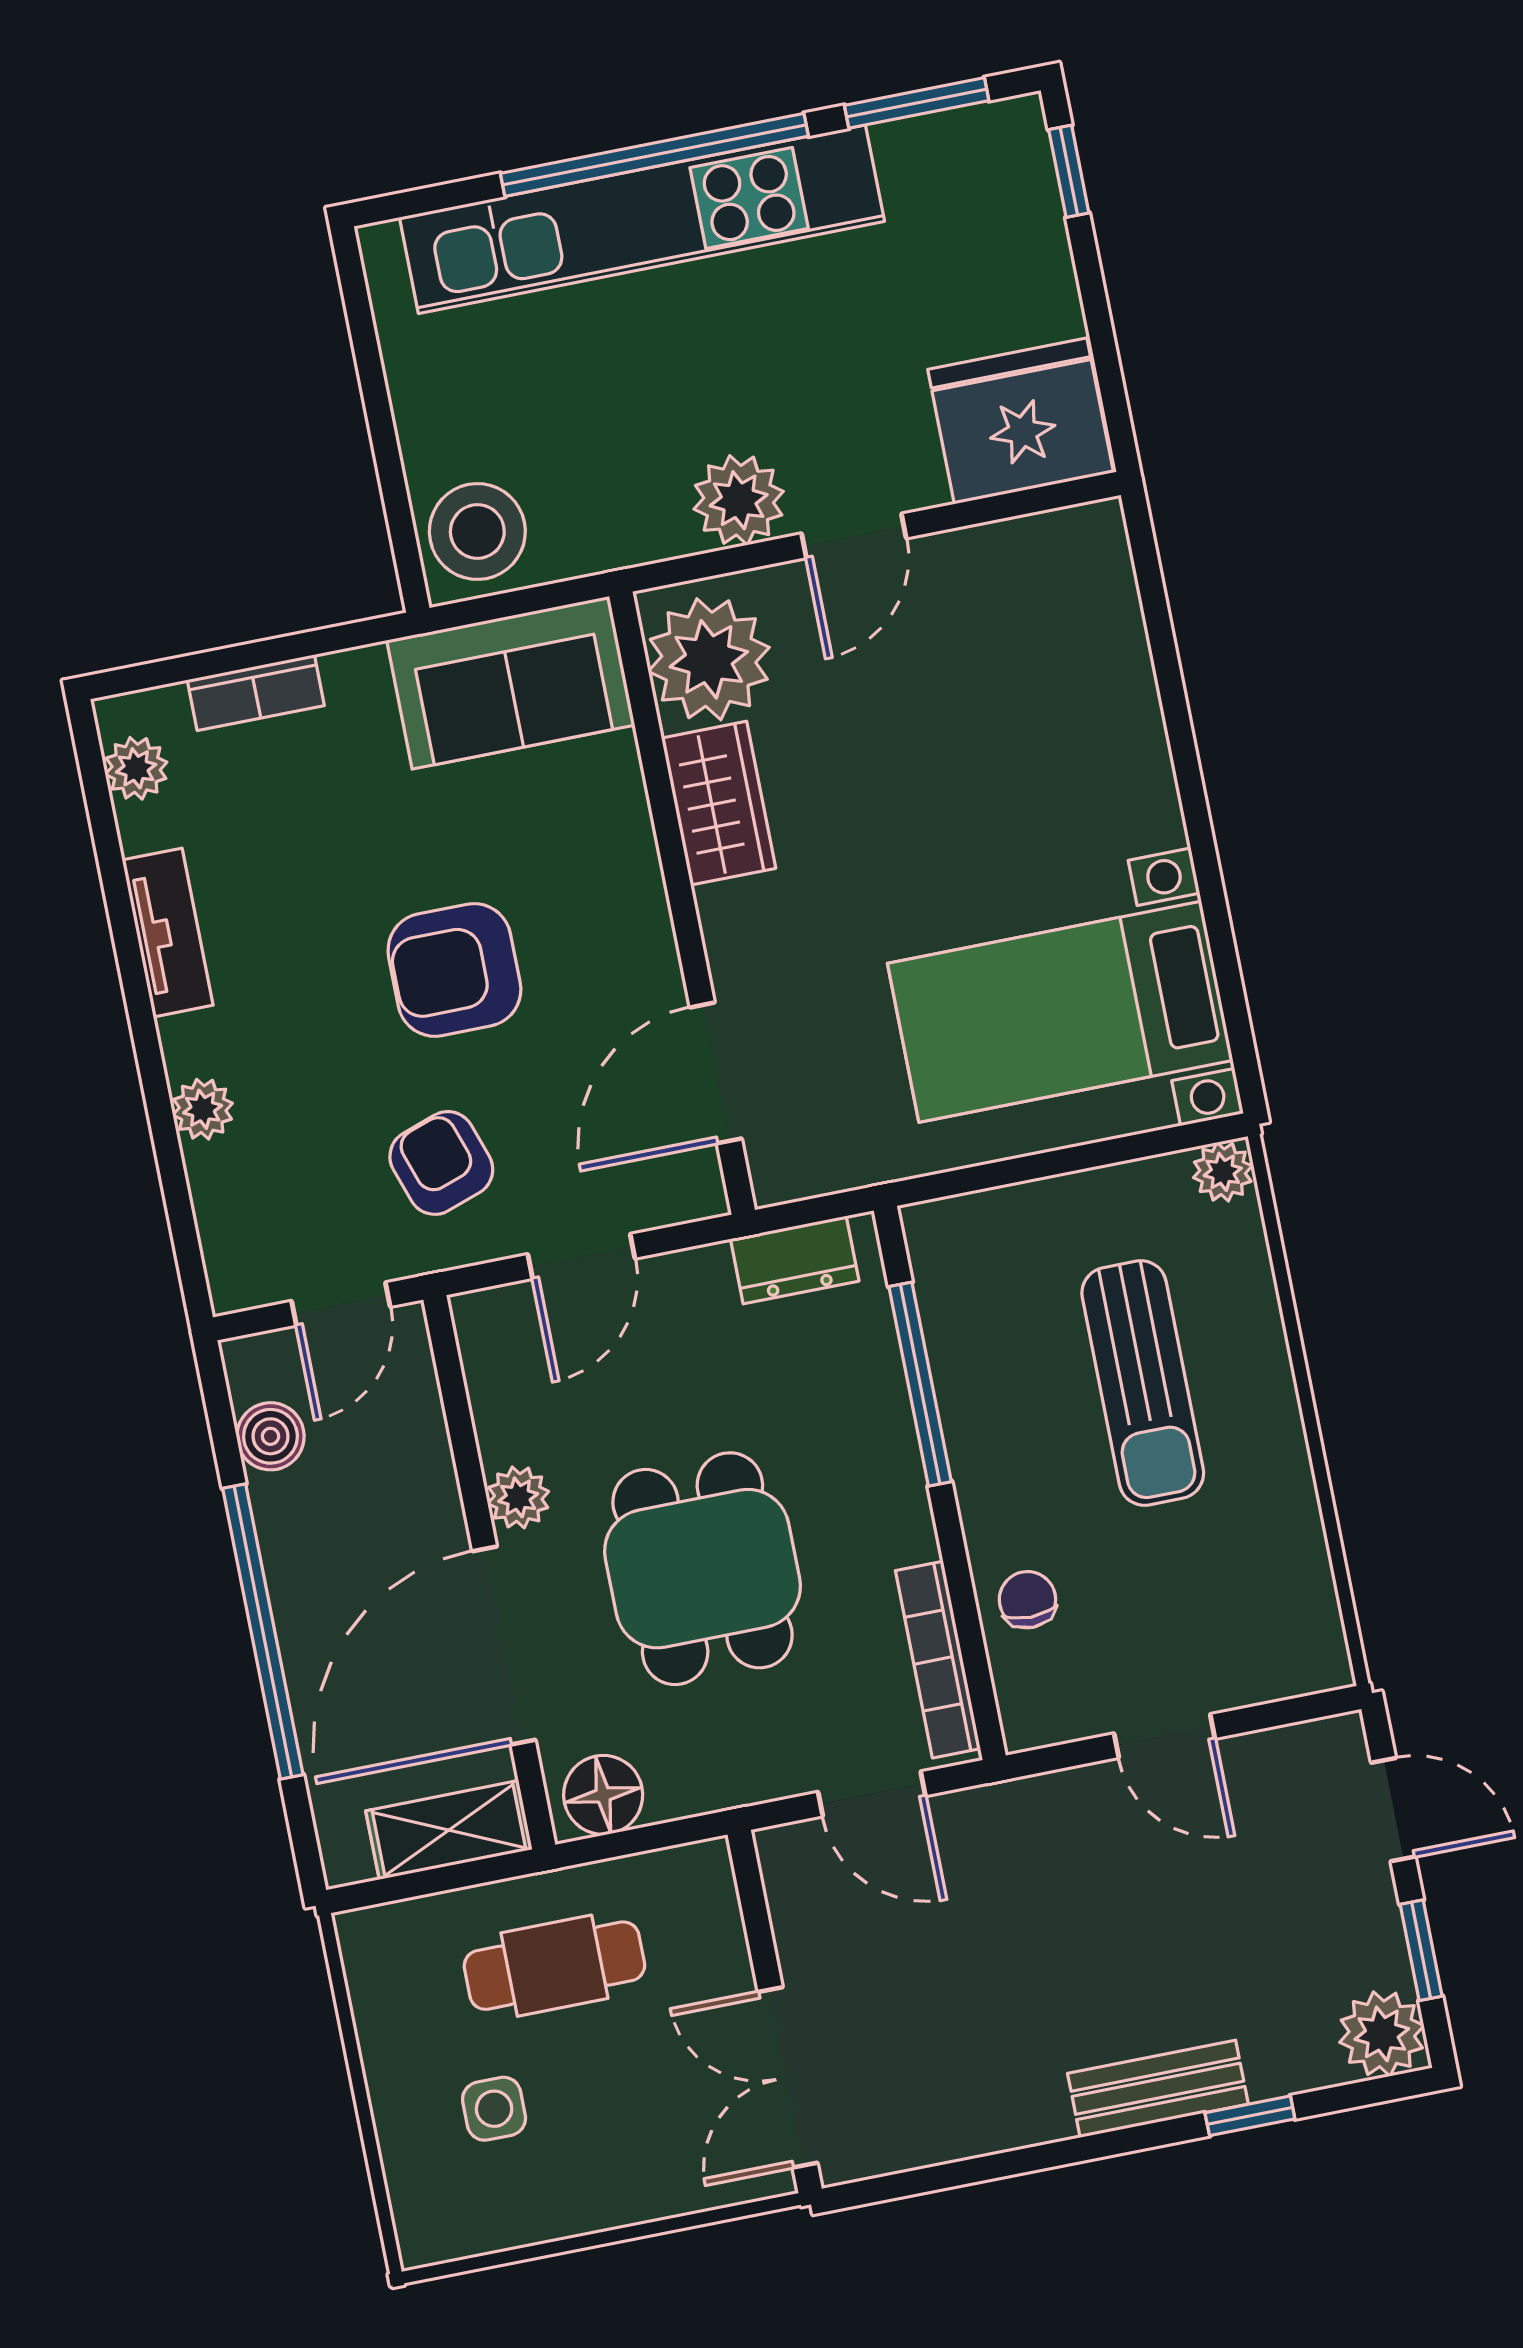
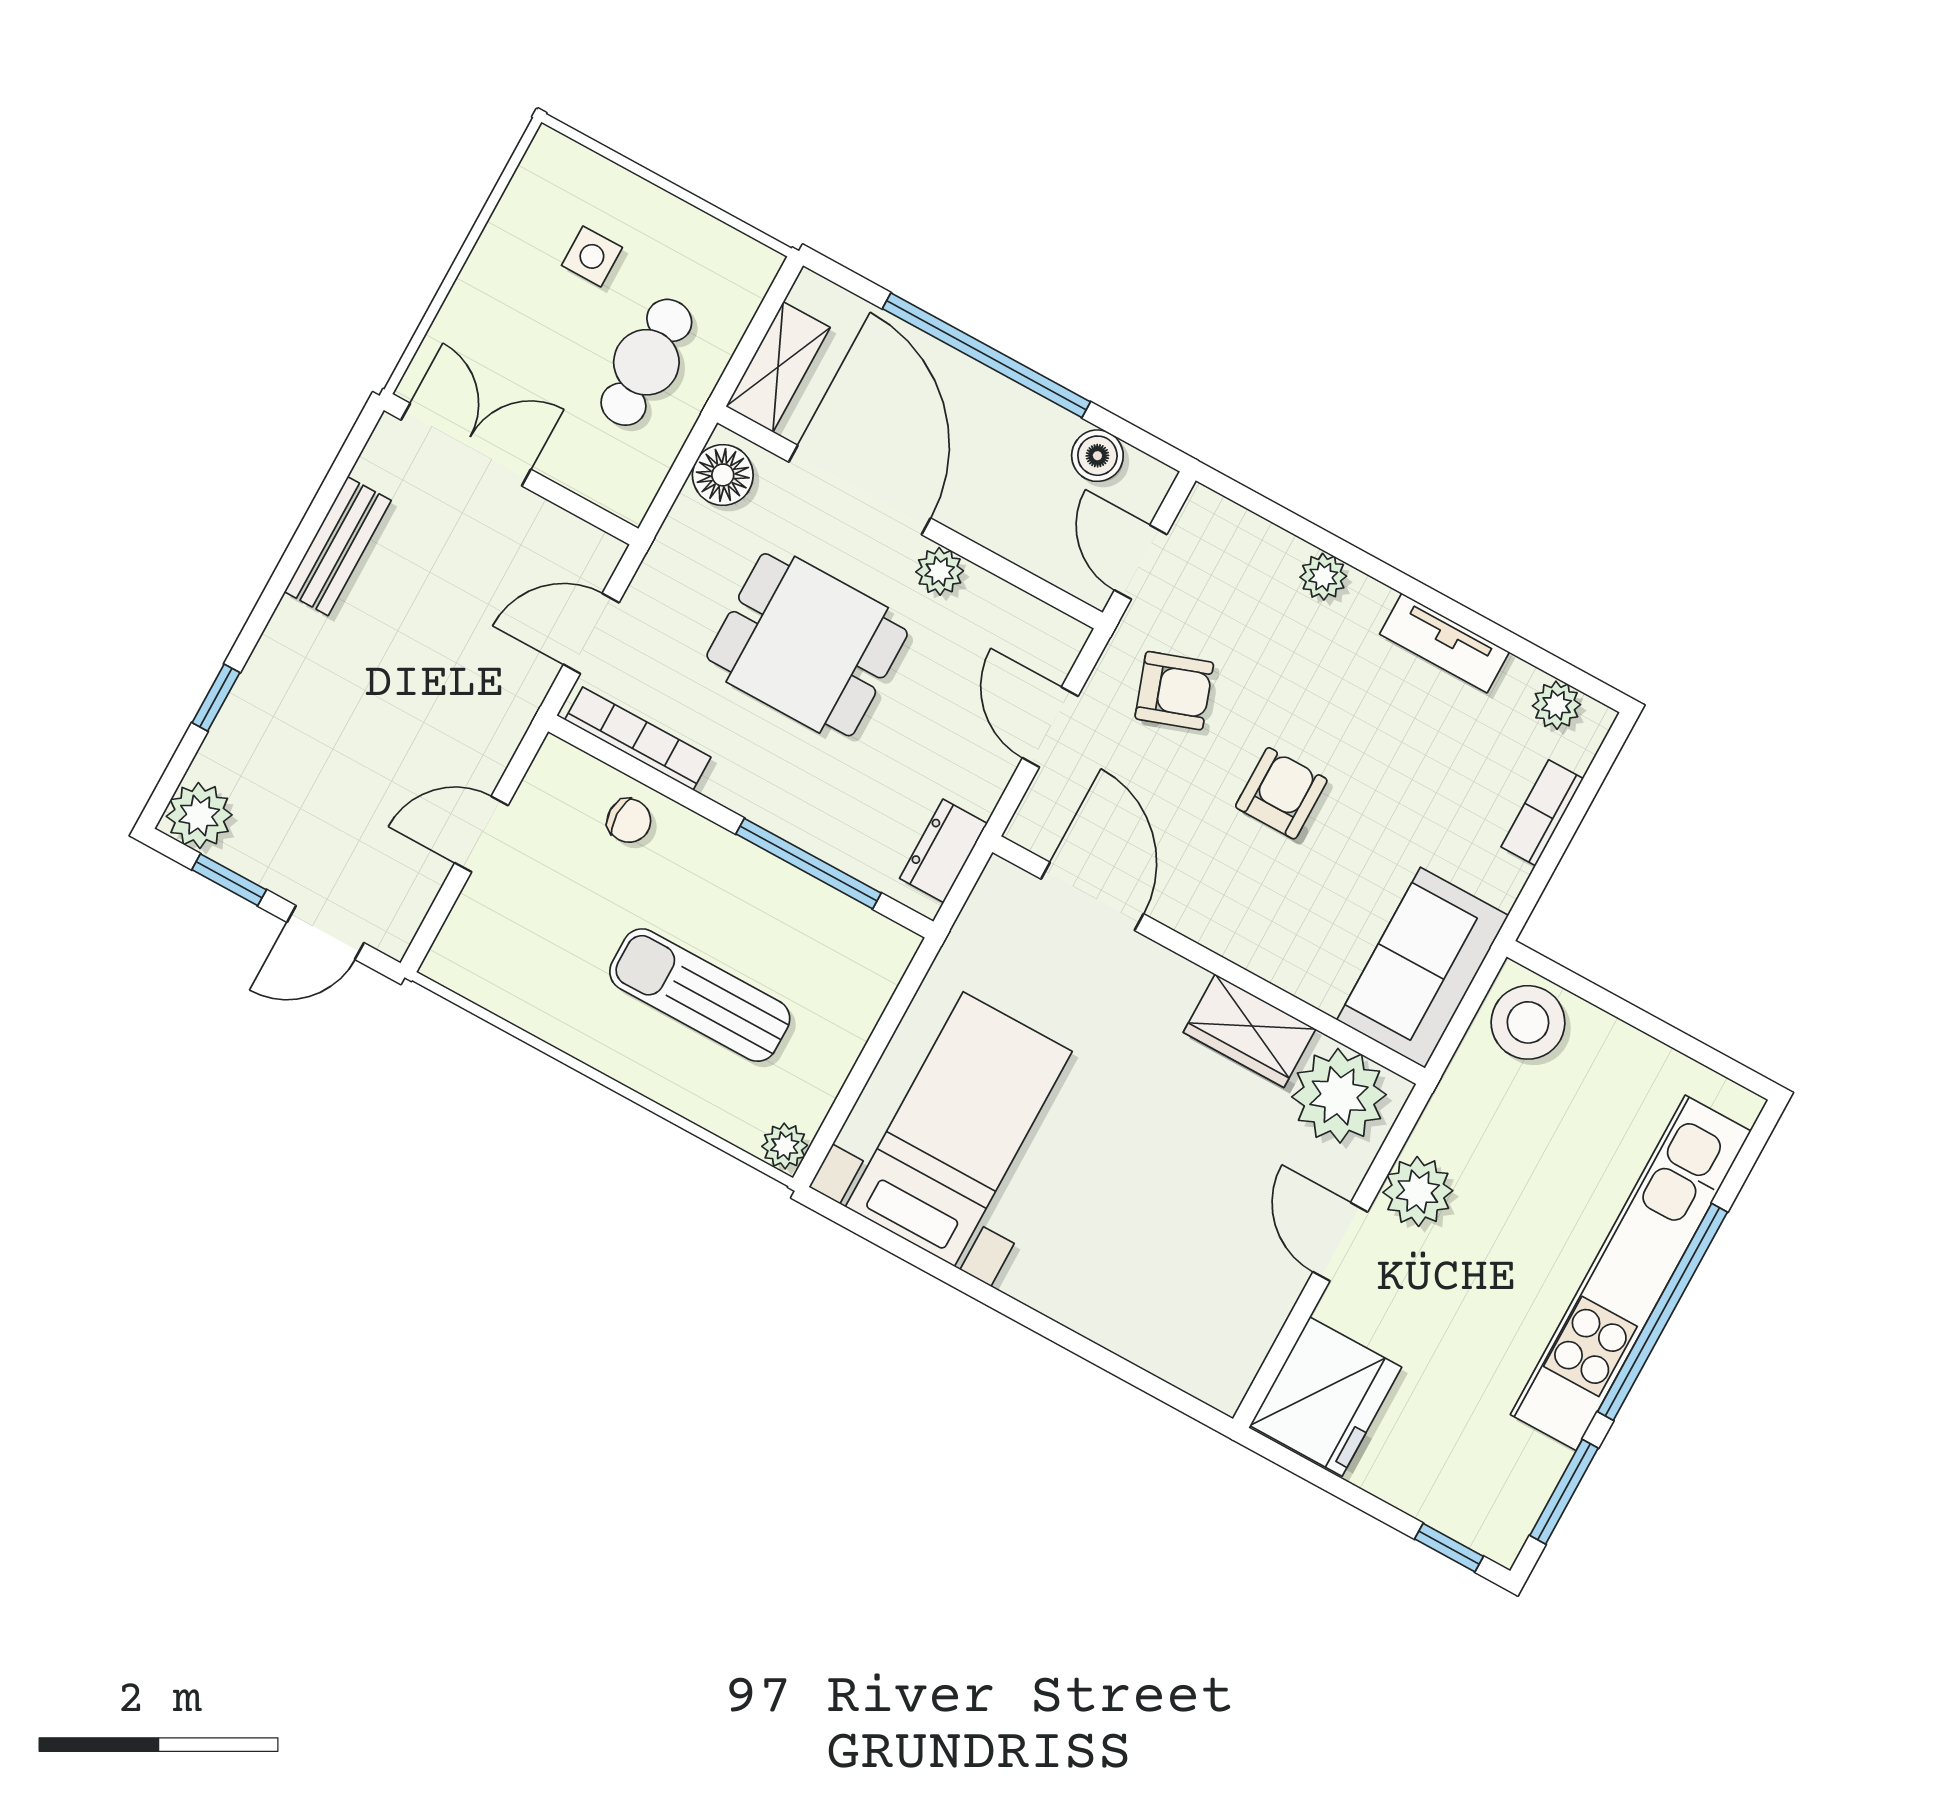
armchair: (454, 970) -> (1281, 793), width x0.72, depth x0.72
bench: (1158, 2089) -> (338, 546), moved

